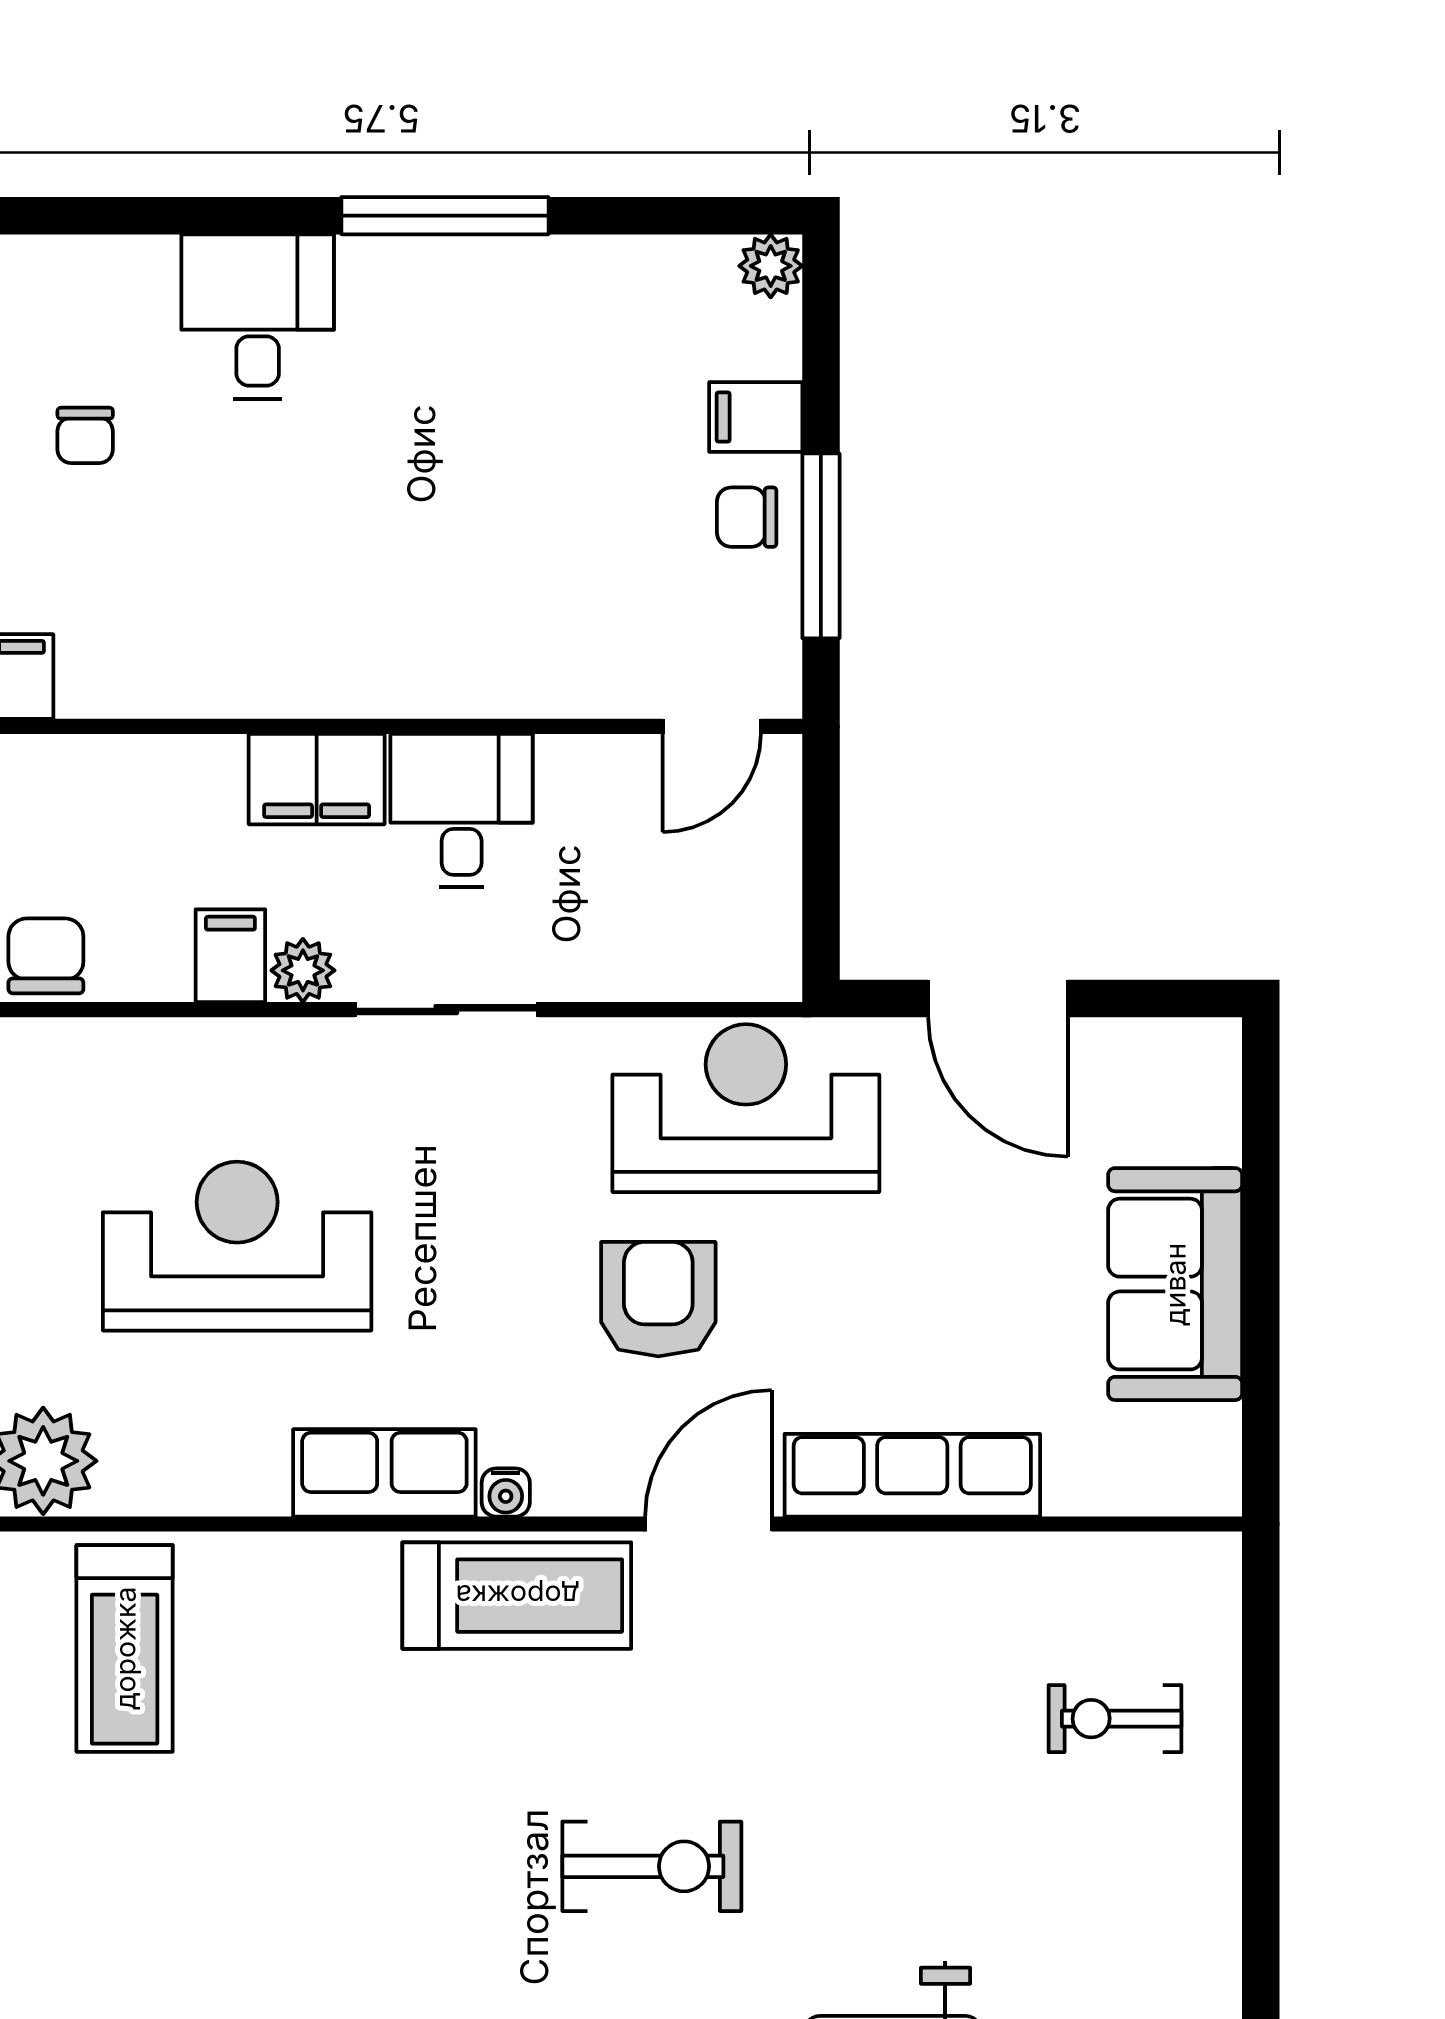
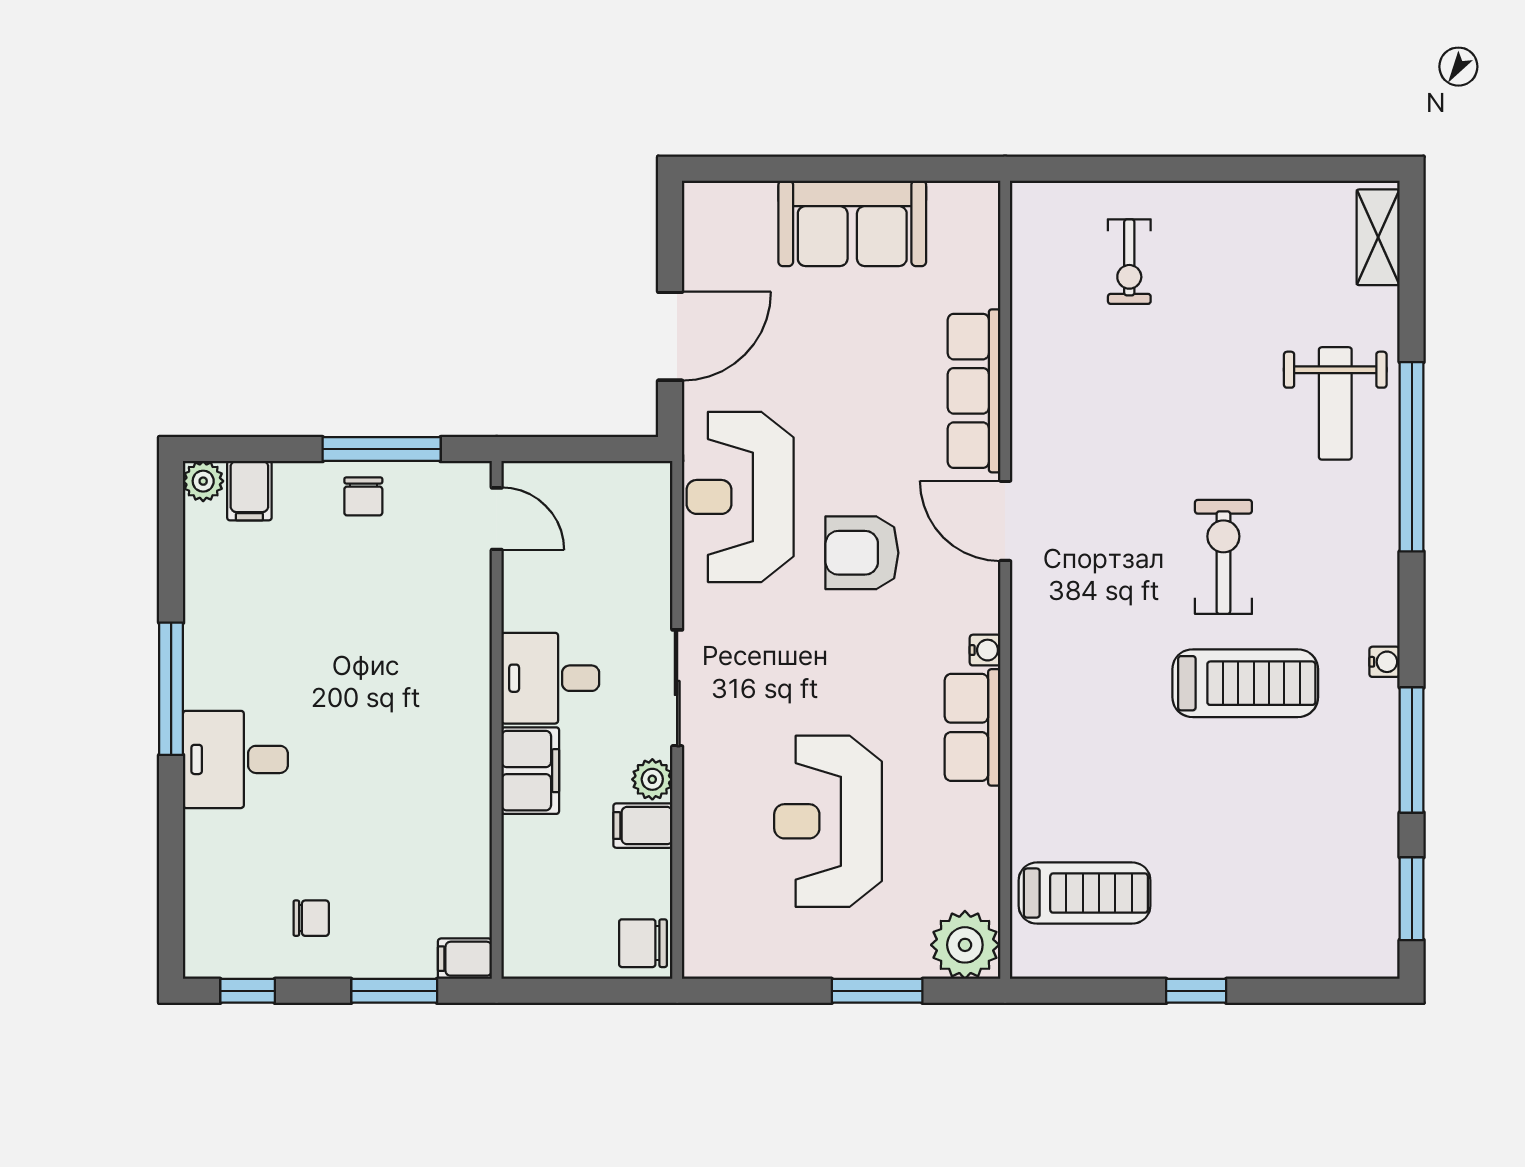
desk: (258, 317) -> (235, 759), moved
filing cabinet: (756, 417) -> (249, 491), moved
treadmill: (517, 1596) -> (1245, 683), moved, turned 90

